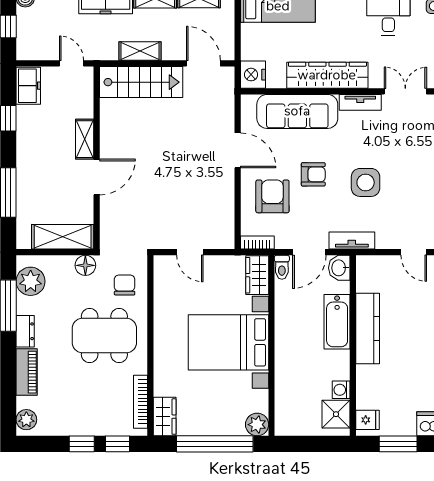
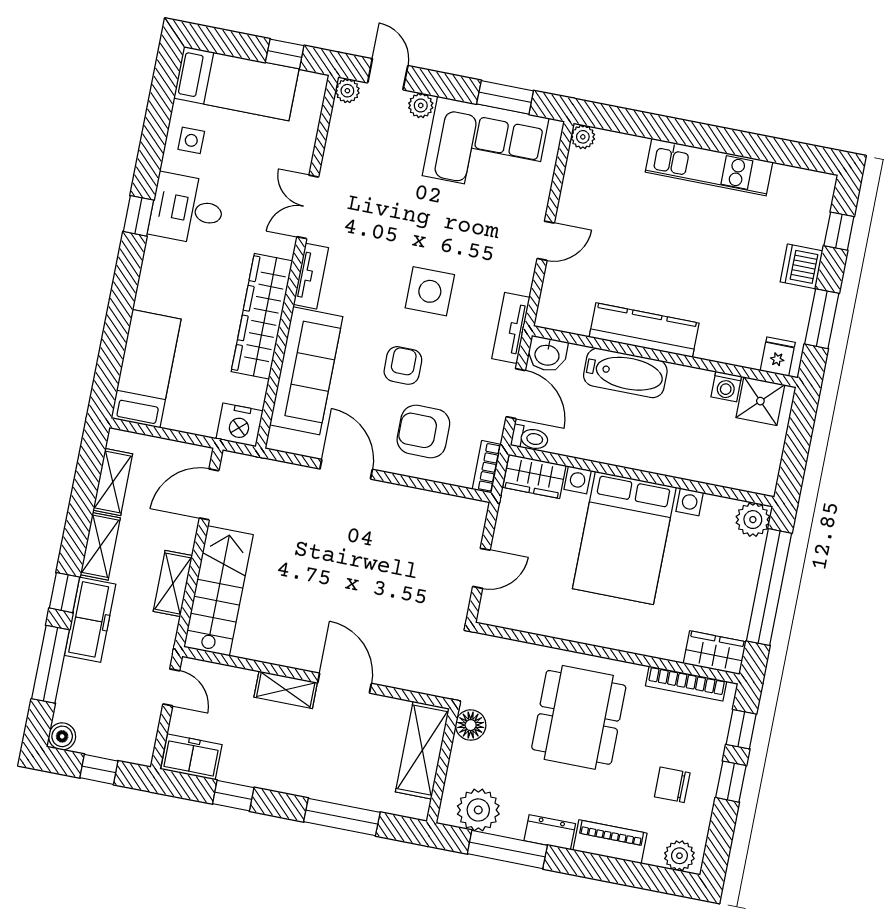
door: (71, 63) -> (171, 687), swing flipped
door: (238, 150) -> (346, 469), hinge flipped
chair: (125, 285) -> (672, 785), moved

